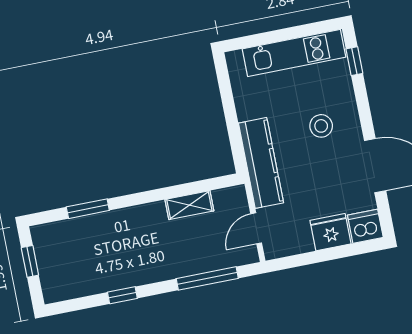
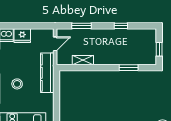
window: (207, 278) -> (81, 26), width x0.69

